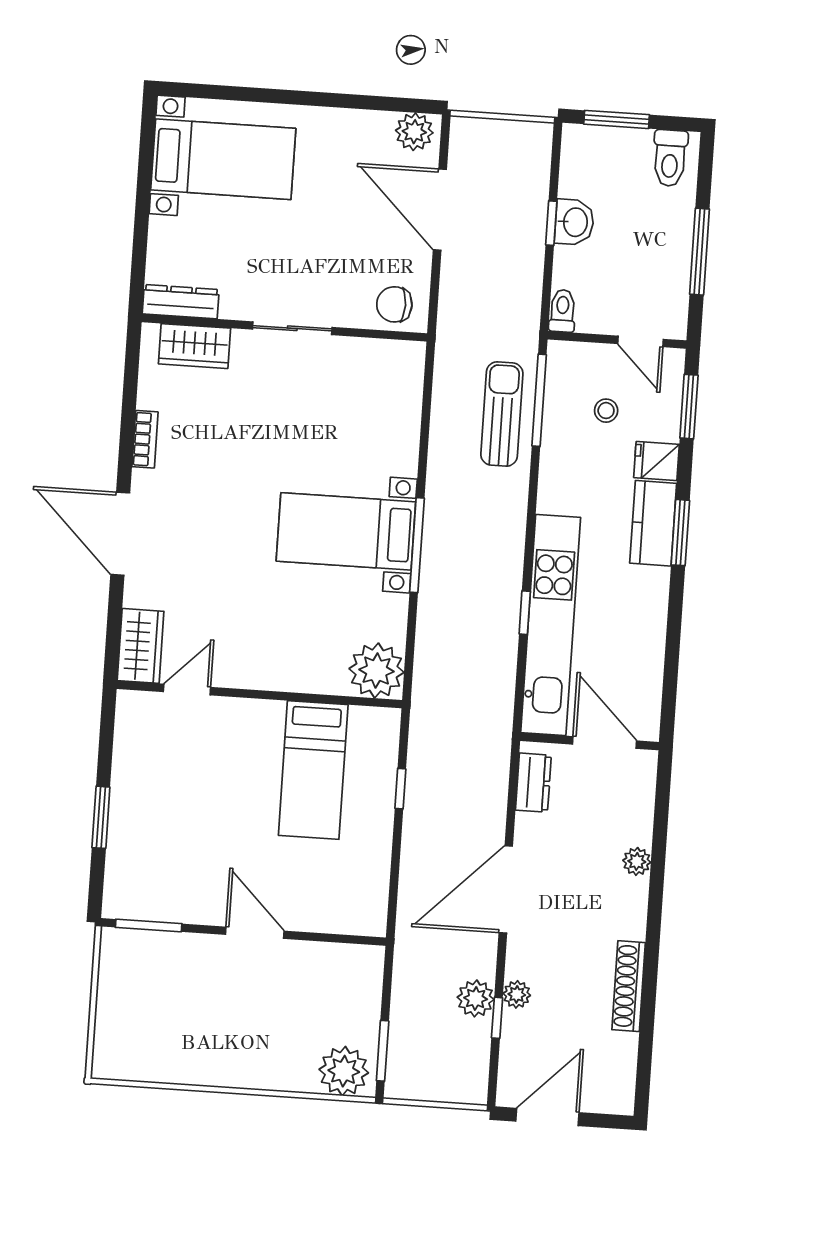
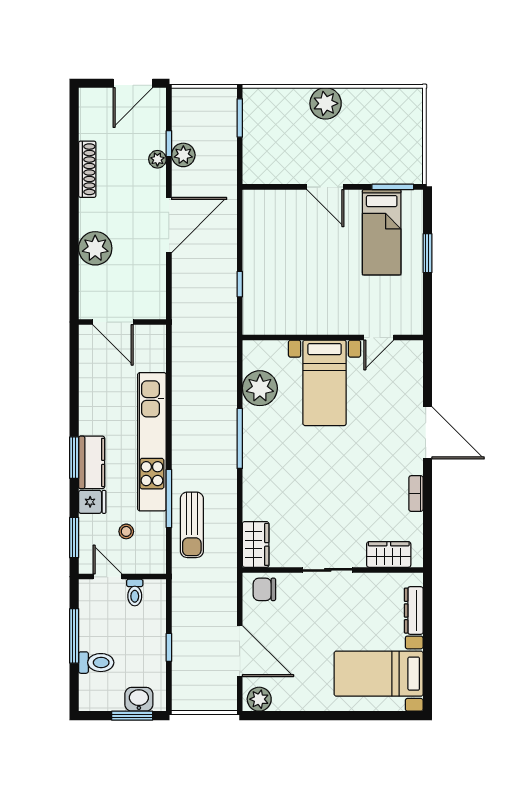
toilet: (670, 158) -> (96, 663), moved, turned 90
washbasin: (574, 222) -> (139, 699), moved, turned 90
dresser: (181, 302) -> (414, 611), moved, turned 90
chair: (394, 304) -> (264, 589), turned 180
toilet: (562, 311) -> (135, 593), moved
window: (539, 400) -> (169, 498), moved
bed with nightstands: (346, 531) -> (325, 383), moved, turned 90
window: (525, 613) -> (169, 400), removed
kitchen unit: (551, 625) -> (152, 442), moved
wardrobe: (141, 646) -> (256, 544), moved, turned 180
plant: (377, 670) -> (260, 388), moved
bed: (313, 770) -> (382, 232), moved, turned 180
dresser: (533, 783) -> (156, 294), removed
plant: (637, 861) -> (95, 248), width x1.88, depth x1.88
plant: (344, 1071) -> (326, 103), moved

